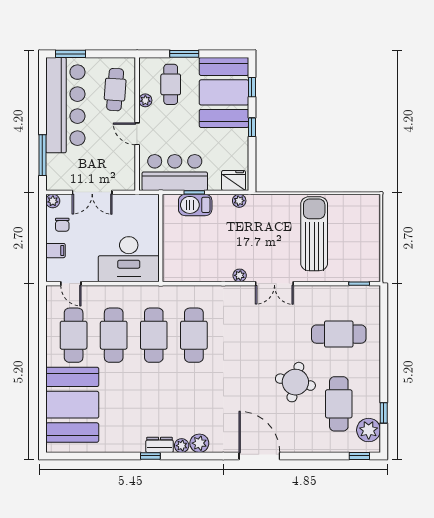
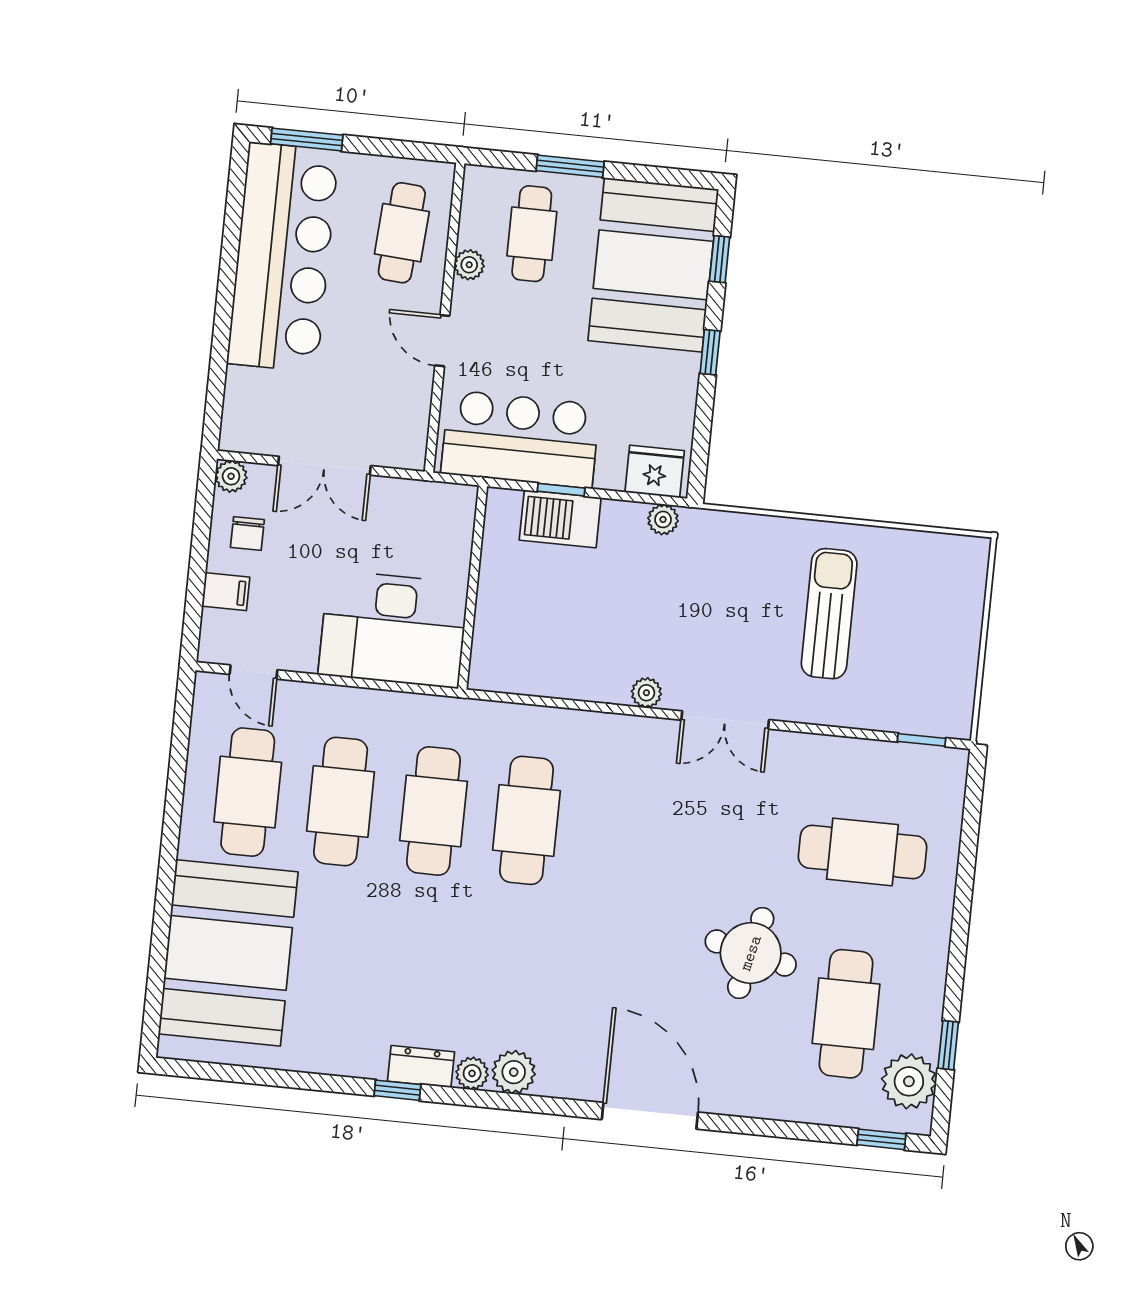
window: (42, 155) -> (218, 368), removed
sun lounger: (314, 234) -> (829, 614), width x0.73, depth x0.75

